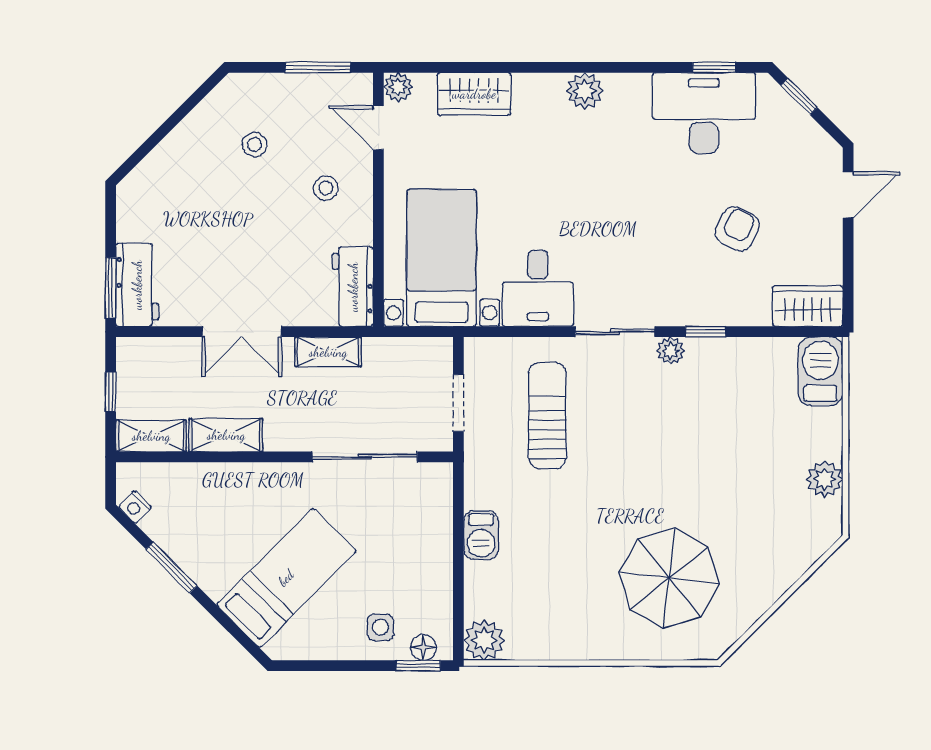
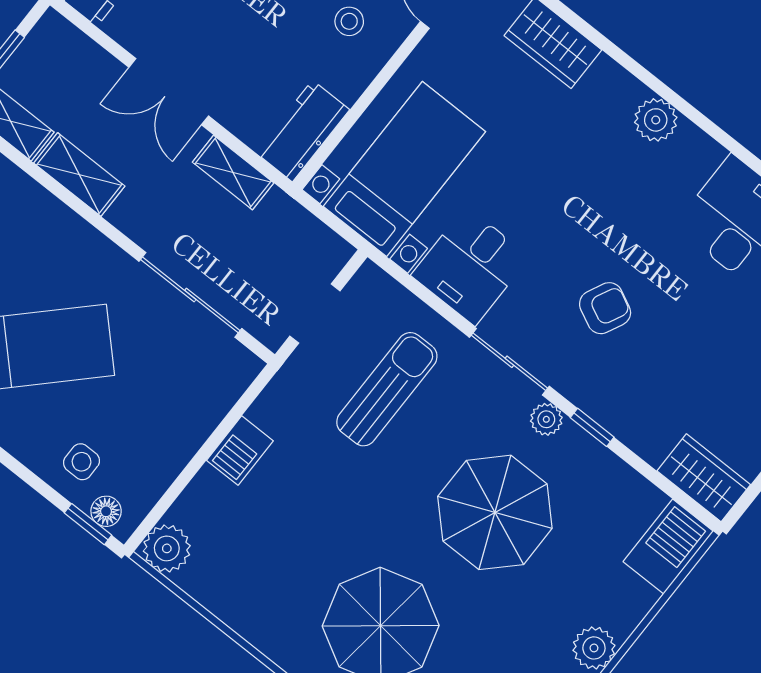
armchair: (737, 229) -> (605, 308), moved
parasol: (686, 441) -> (495, 512), added

